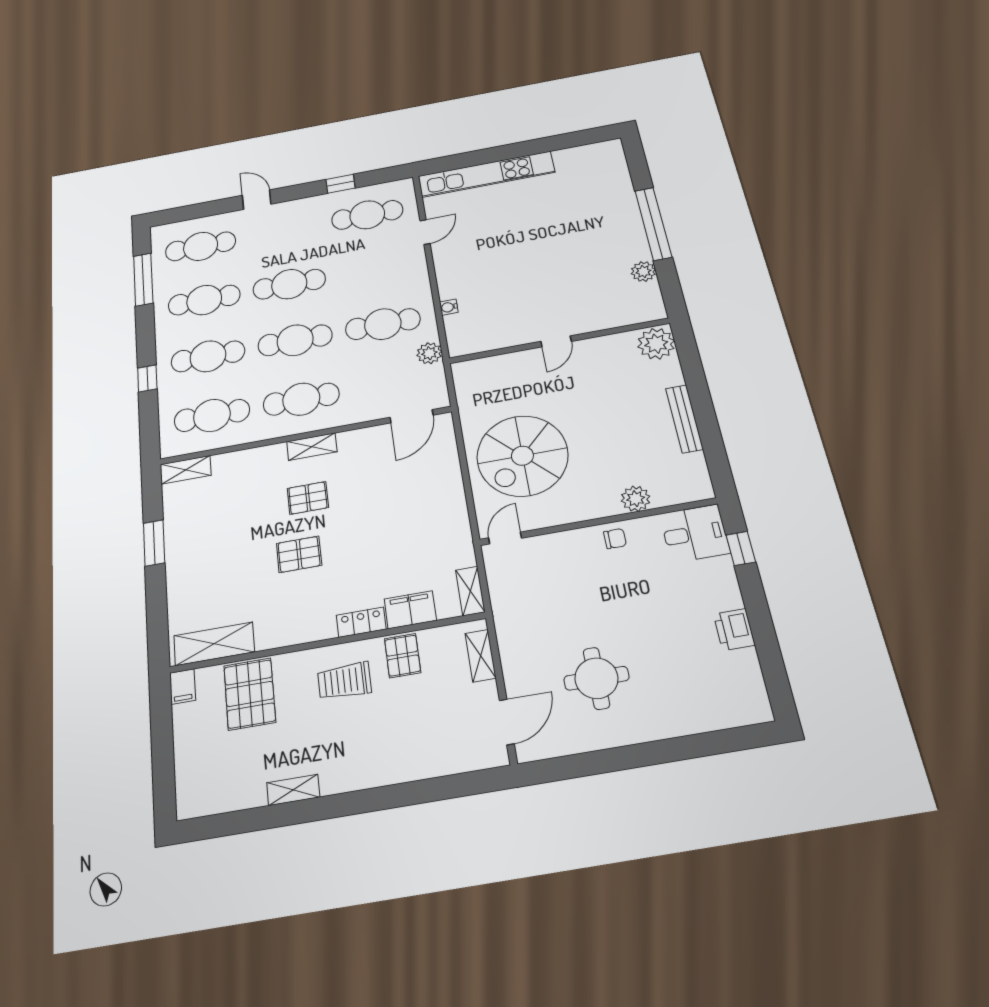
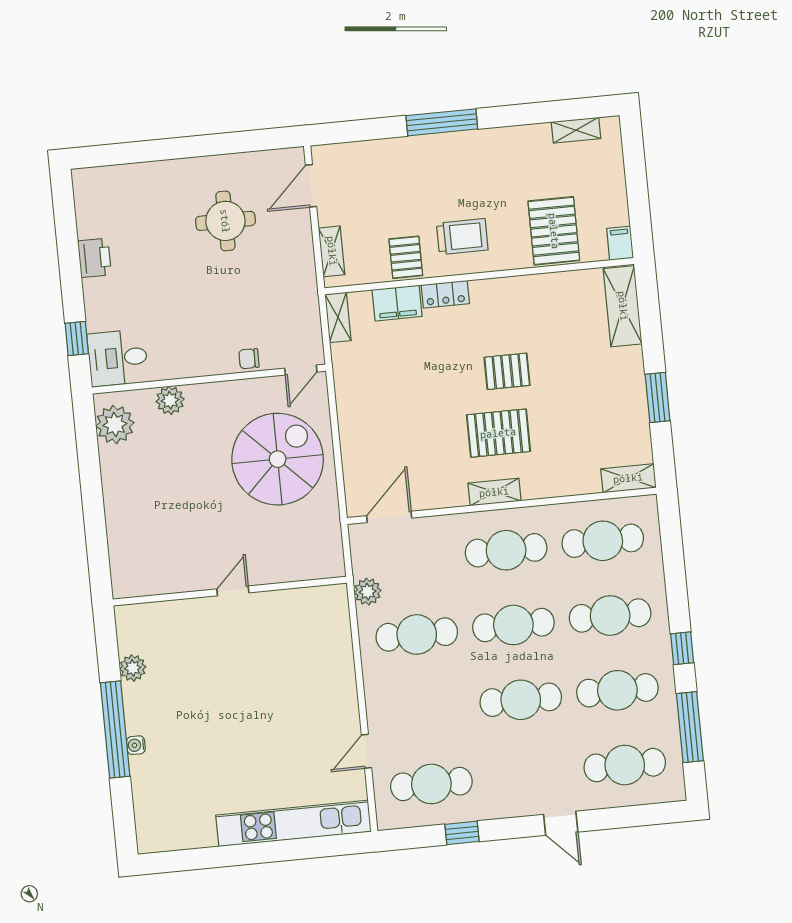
water cooler: (449, 307) -> (136, 745), moved, turned 180
plant: (656, 344) -> (115, 424), moved
window: (147, 378) -> (682, 648), moved
bench: (684, 419) -> (112, 485), removed
pallet: (308, 498) -> (498, 433), width x1.50, depth x1.42
chair: (615, 539) -> (249, 359), moved
shelving: (214, 644) -> (623, 306), moved, turned 90
shelving: (293, 790) -> (576, 130), moved
window: (368, 801) -> (442, 122), added

